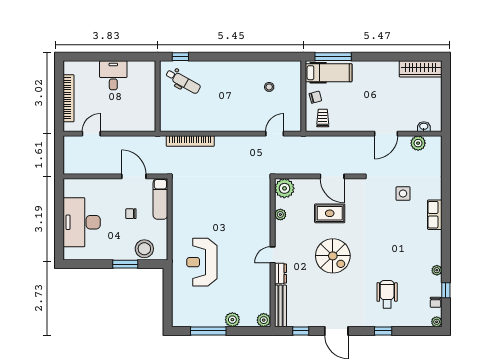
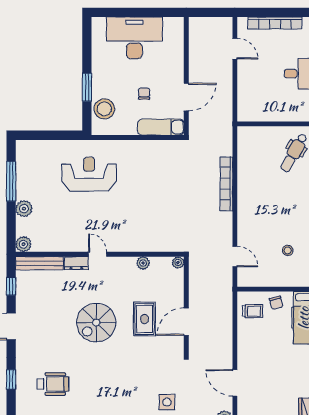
bookcase: (190, 141) -> (226, 184), moved
plant: (284, 188) -> (178, 263), width x0.53, depth x0.53

